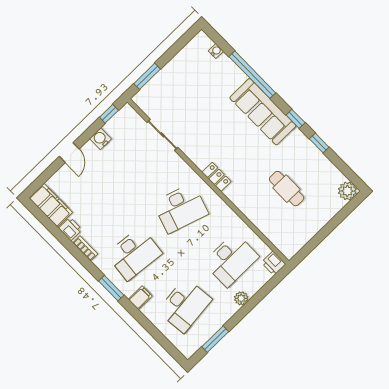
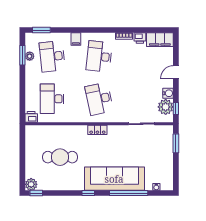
sofa: (263, 112) -> (114, 179), width x1.36, depth x1.27
plant: (118, 127) -> (166, 107), added
window: (319, 143) -> (36, 193), moved
door: (69, 153) -> (176, 72), hinge flipped
cafe table: (287, 189) -> (60, 157), width x1.37, depth x1.35
desk: (181, 208) -> (99, 99), turned -30
window: (111, 288) -> (41, 30), moved
plant: (241, 298) -> (30, 56), moved

